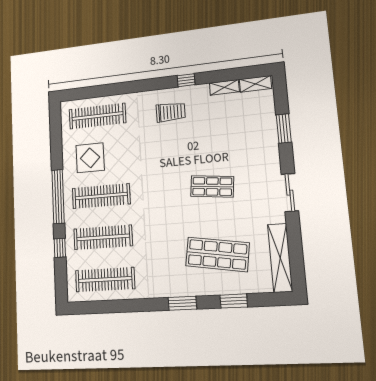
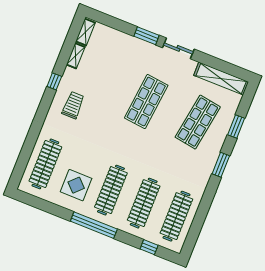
window: (284, 128) -> (146, 36), moved
shop shelf: (212, 186) -> (146, 102), width x1.43, depth x1.36
window: (60, 248) -> (149, 247), moved

